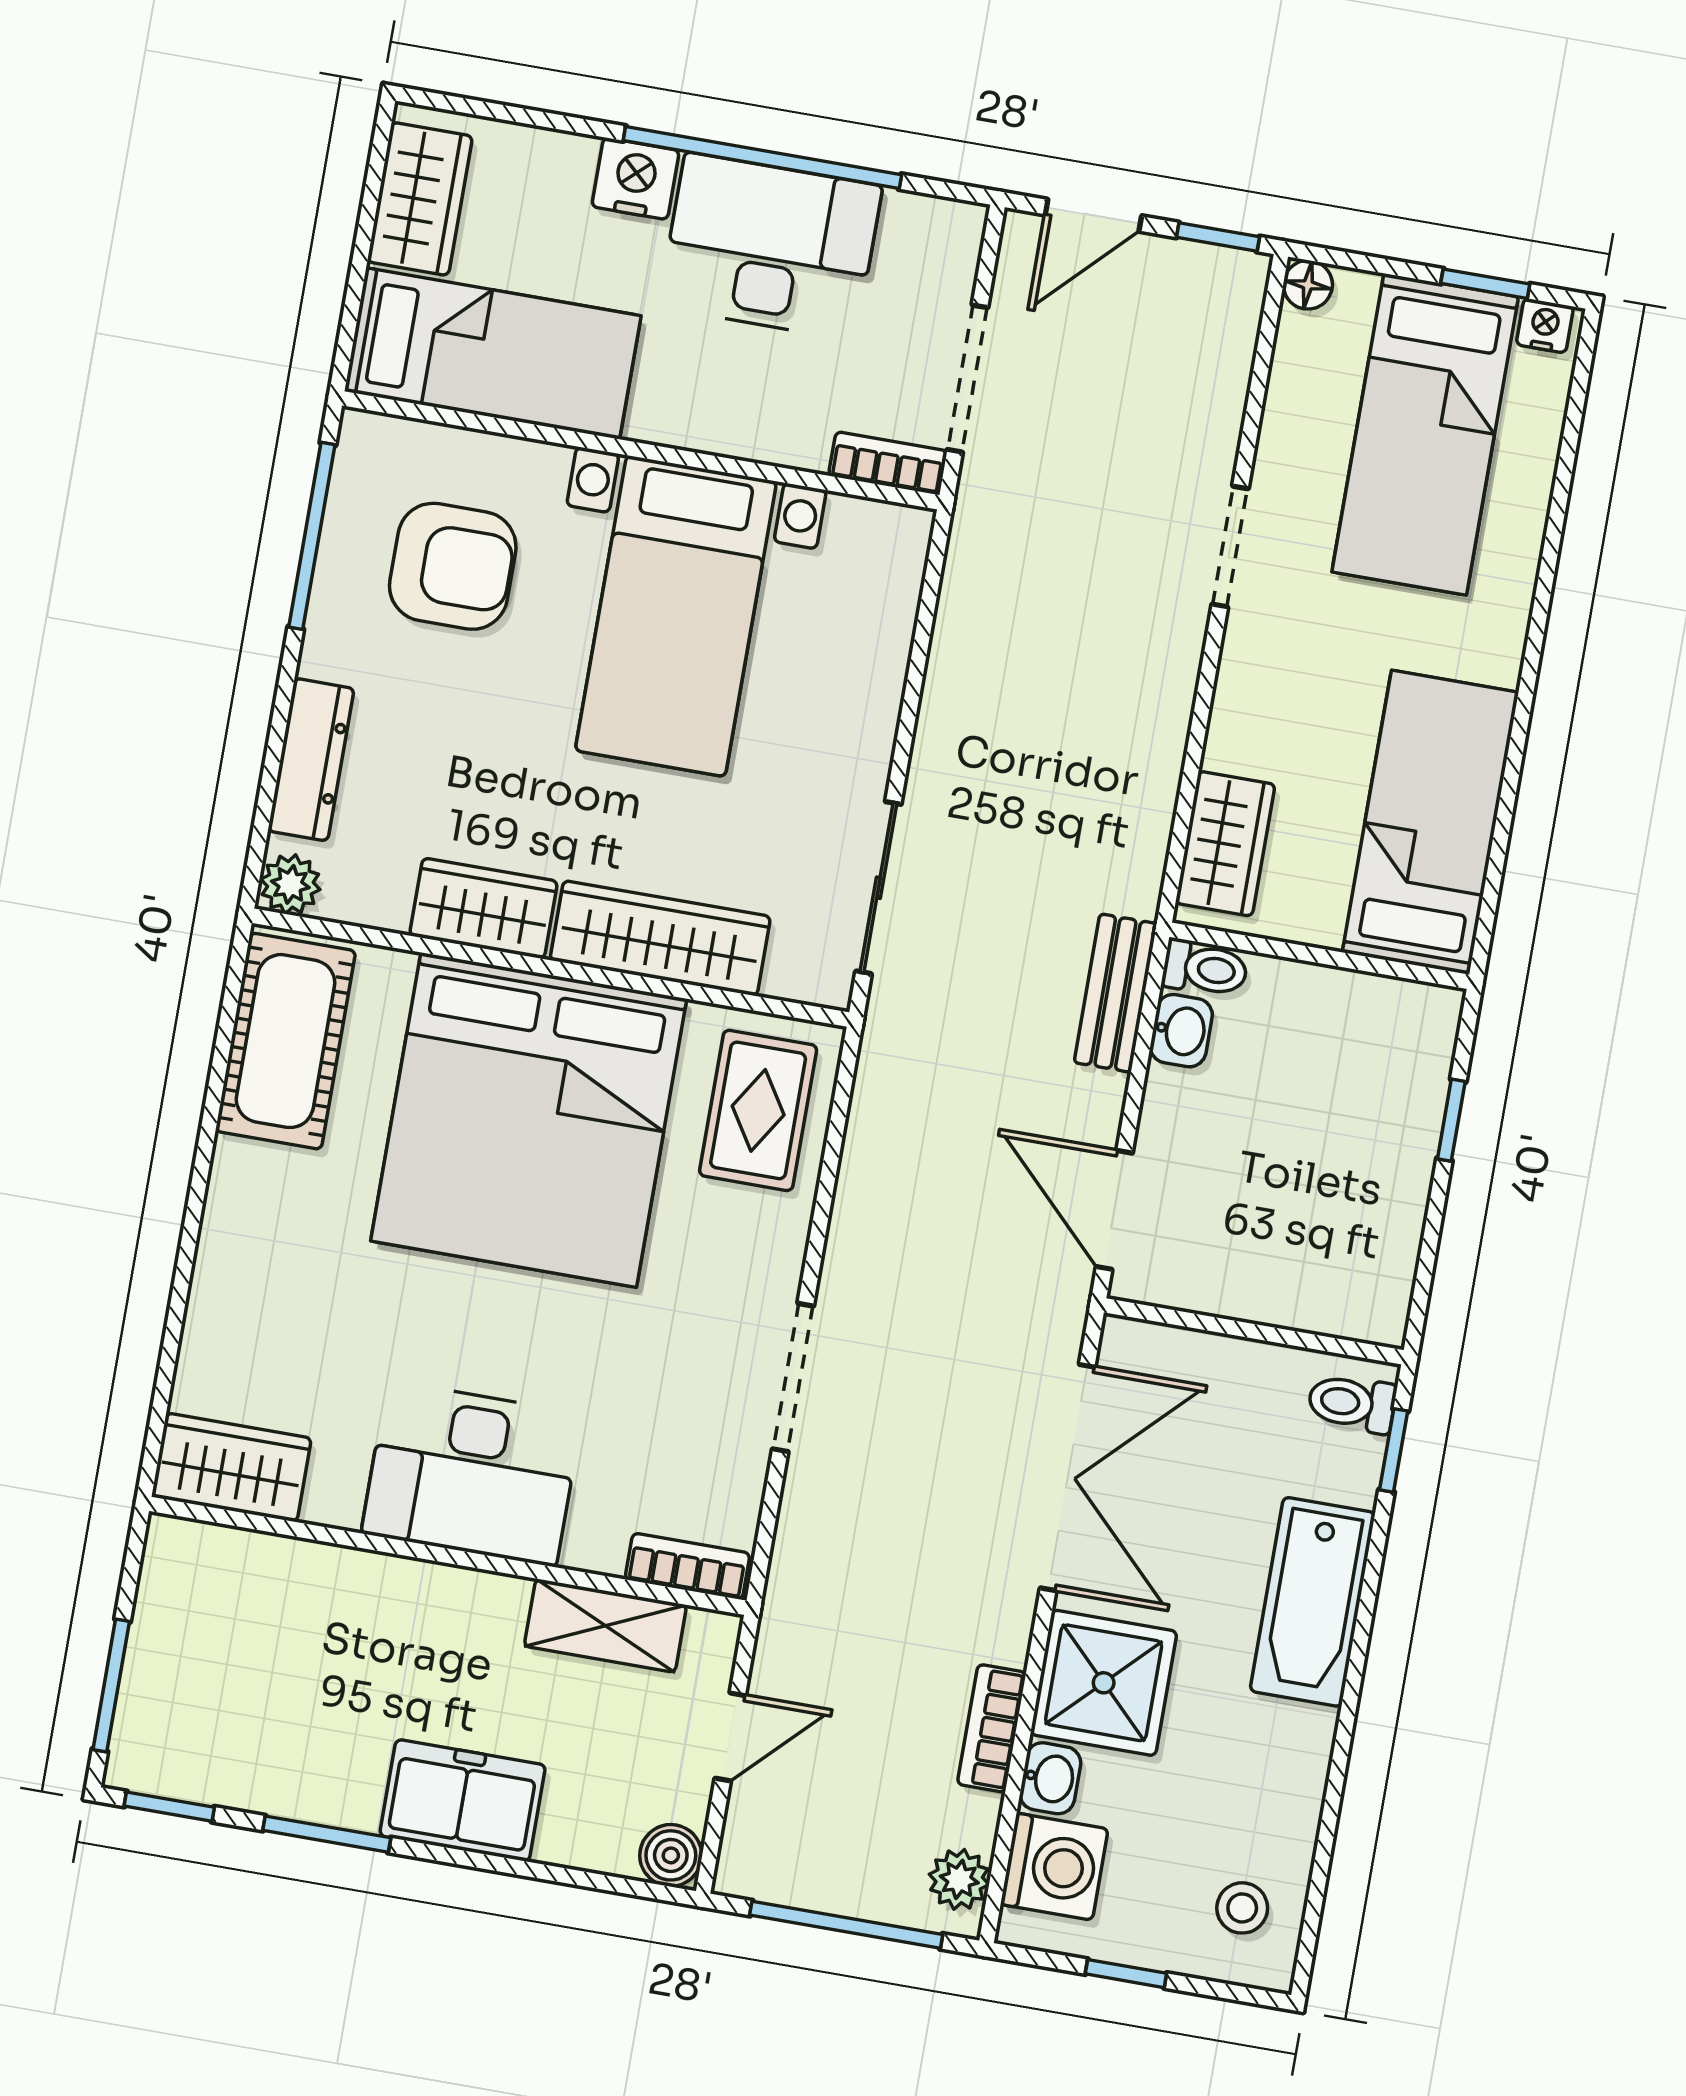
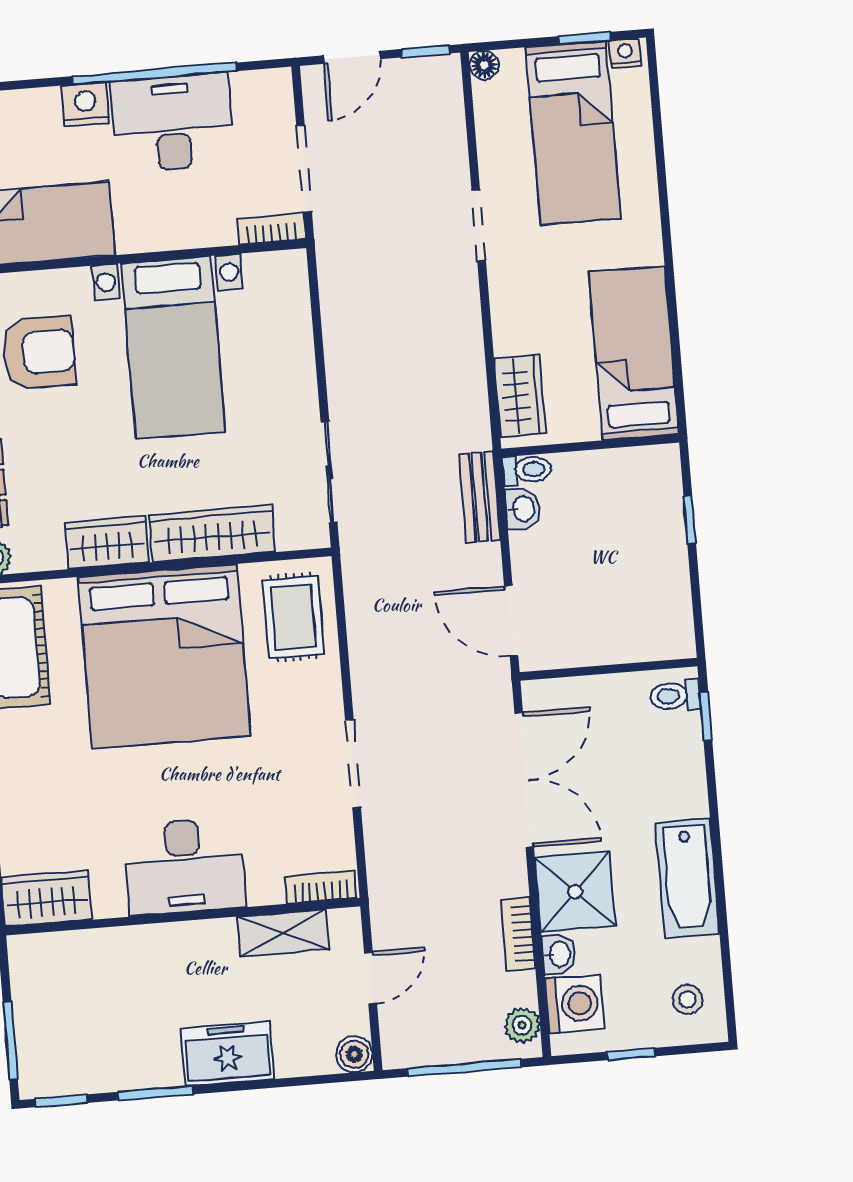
bathtub: (1313, 1602) -> (687, 878), moved

